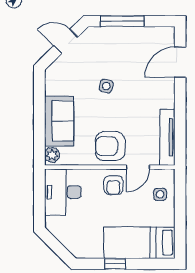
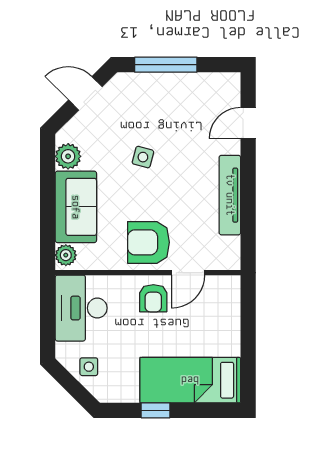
door: (180, 62) -> (248, 123), width x0.73
plant: (54, 86) -> (68, 156), added
tv unit: (167, 137) -> (230, 195), moved
side table: (160, 194) -> (89, 367), moved

